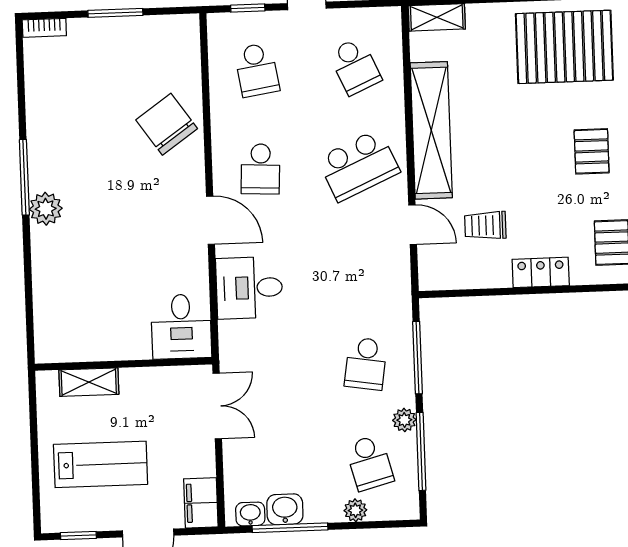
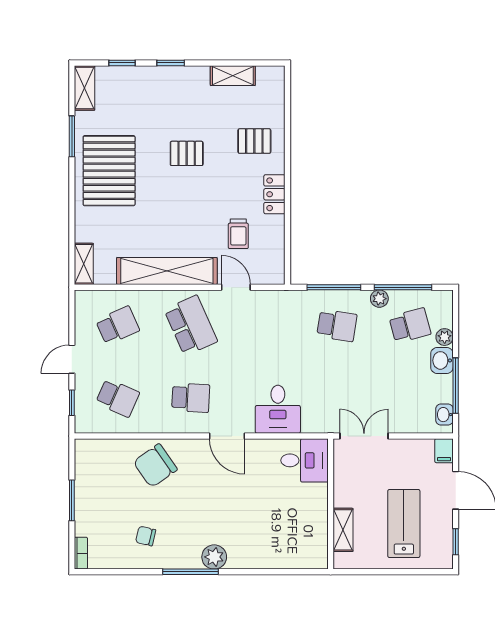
school desk: (257, 70) -> (118, 398), turned 33
chair: (71, 115) -> (146, 536), added
door: (210, 220) -> (227, 436), swing flipped
door: (413, 225) -> (236, 287), hinge flipped
filing cabinet: (201, 503) -> (444, 451), width x0.50
washbasin: (285, 509) -> (442, 360), moved

